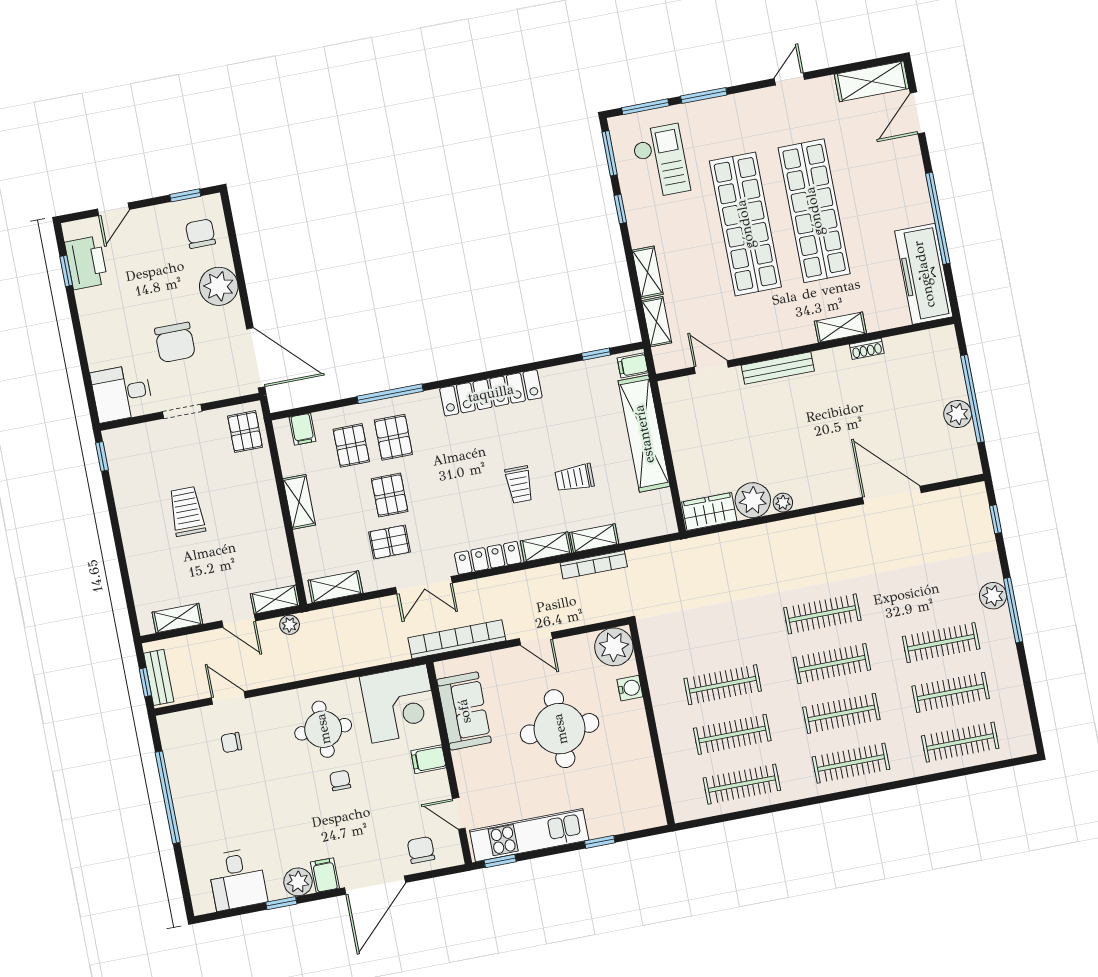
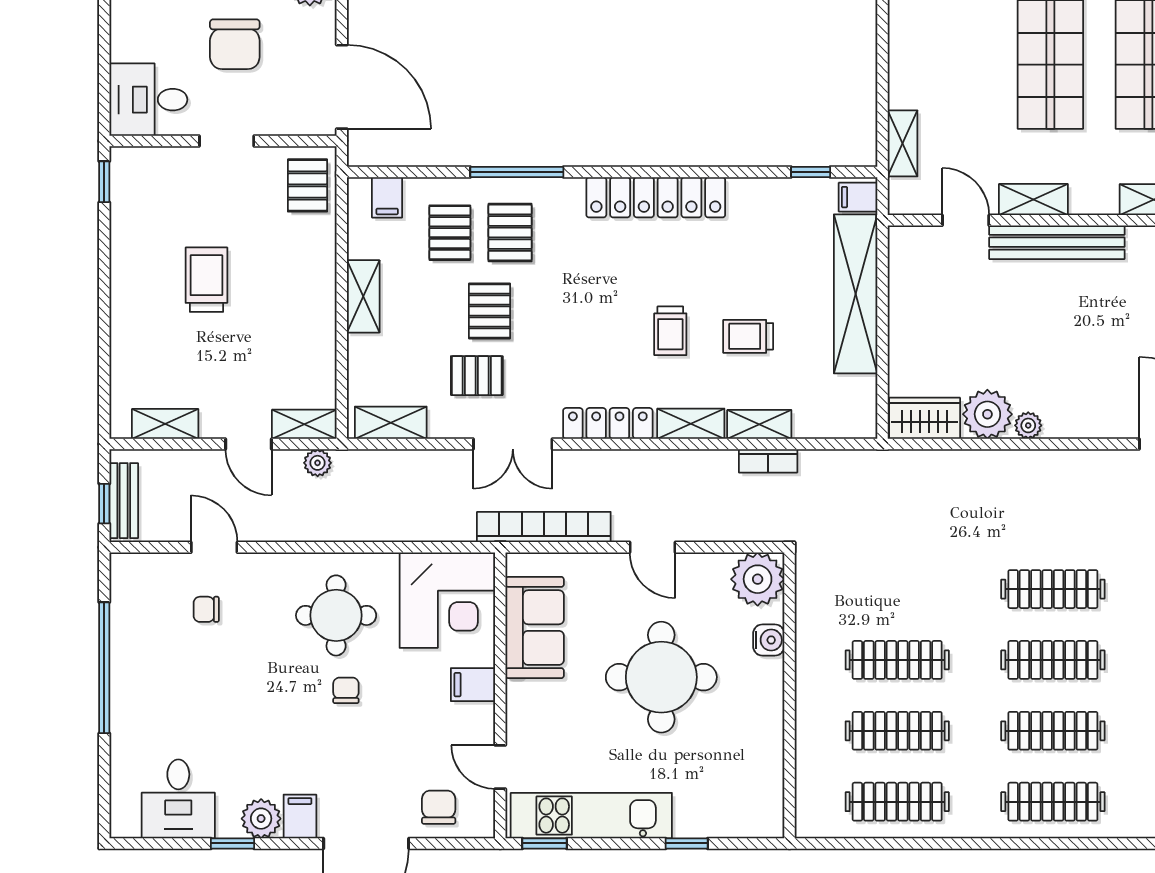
shelving: (648, 272) -> (1033, 199), moved, turned 90
bench: (778, 368) -> (1057, 242), width x1.37, depth x1.21
bookcase: (594, 565) -> (768, 461), width x0.64

